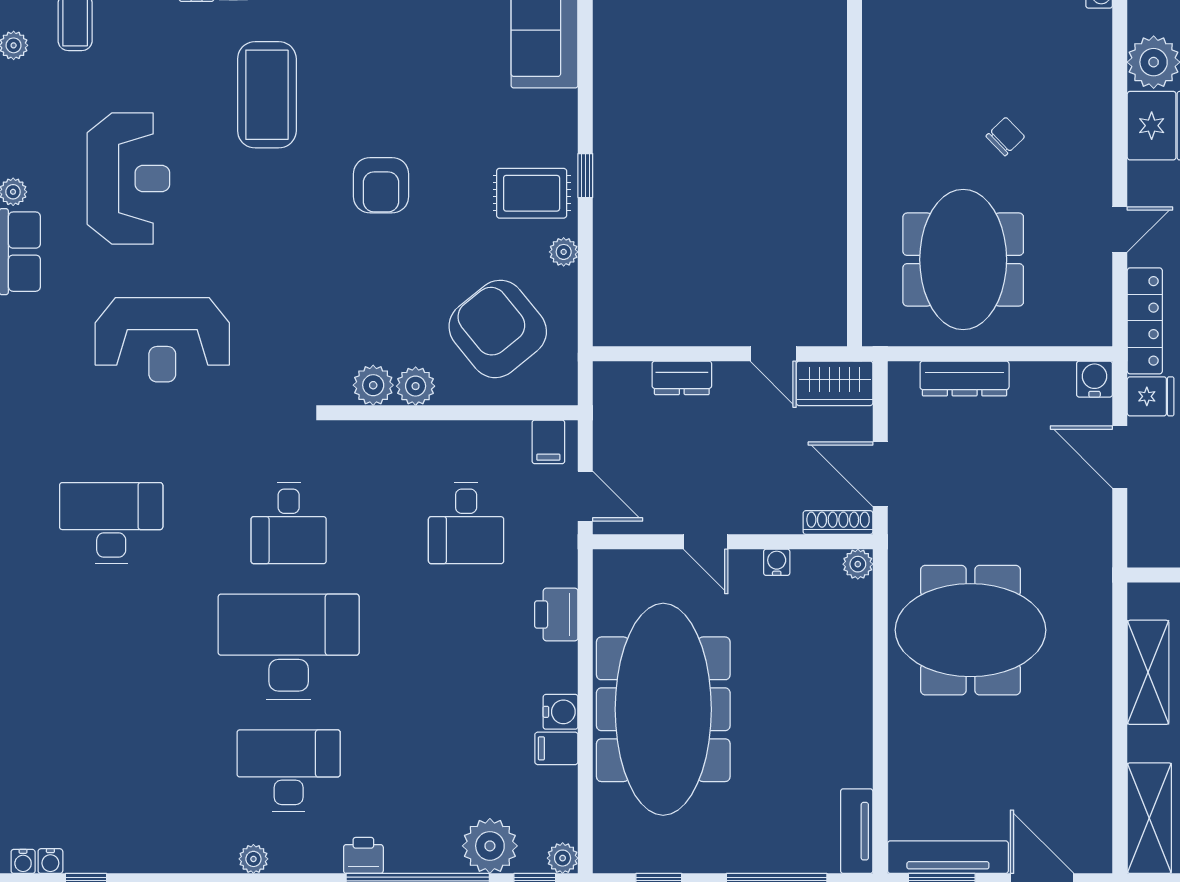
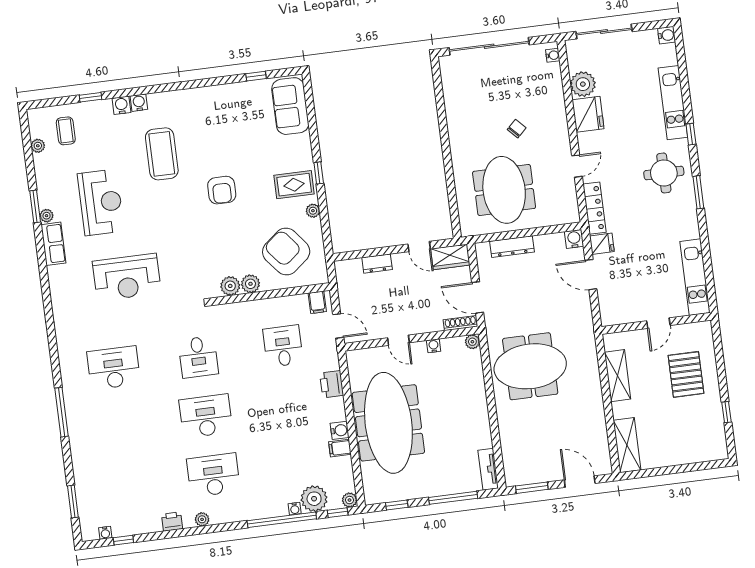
desk: (466, 523) -> (283, 346), turned 180
desk: (289, 647) -> (206, 416), width x0.73, depth x0.77
printer: (363, 855) -> (172, 521), moved
tv unit: (948, 857) -> (533, 476), removed
water cooler: (23, 861) -> (295, 509), moved

